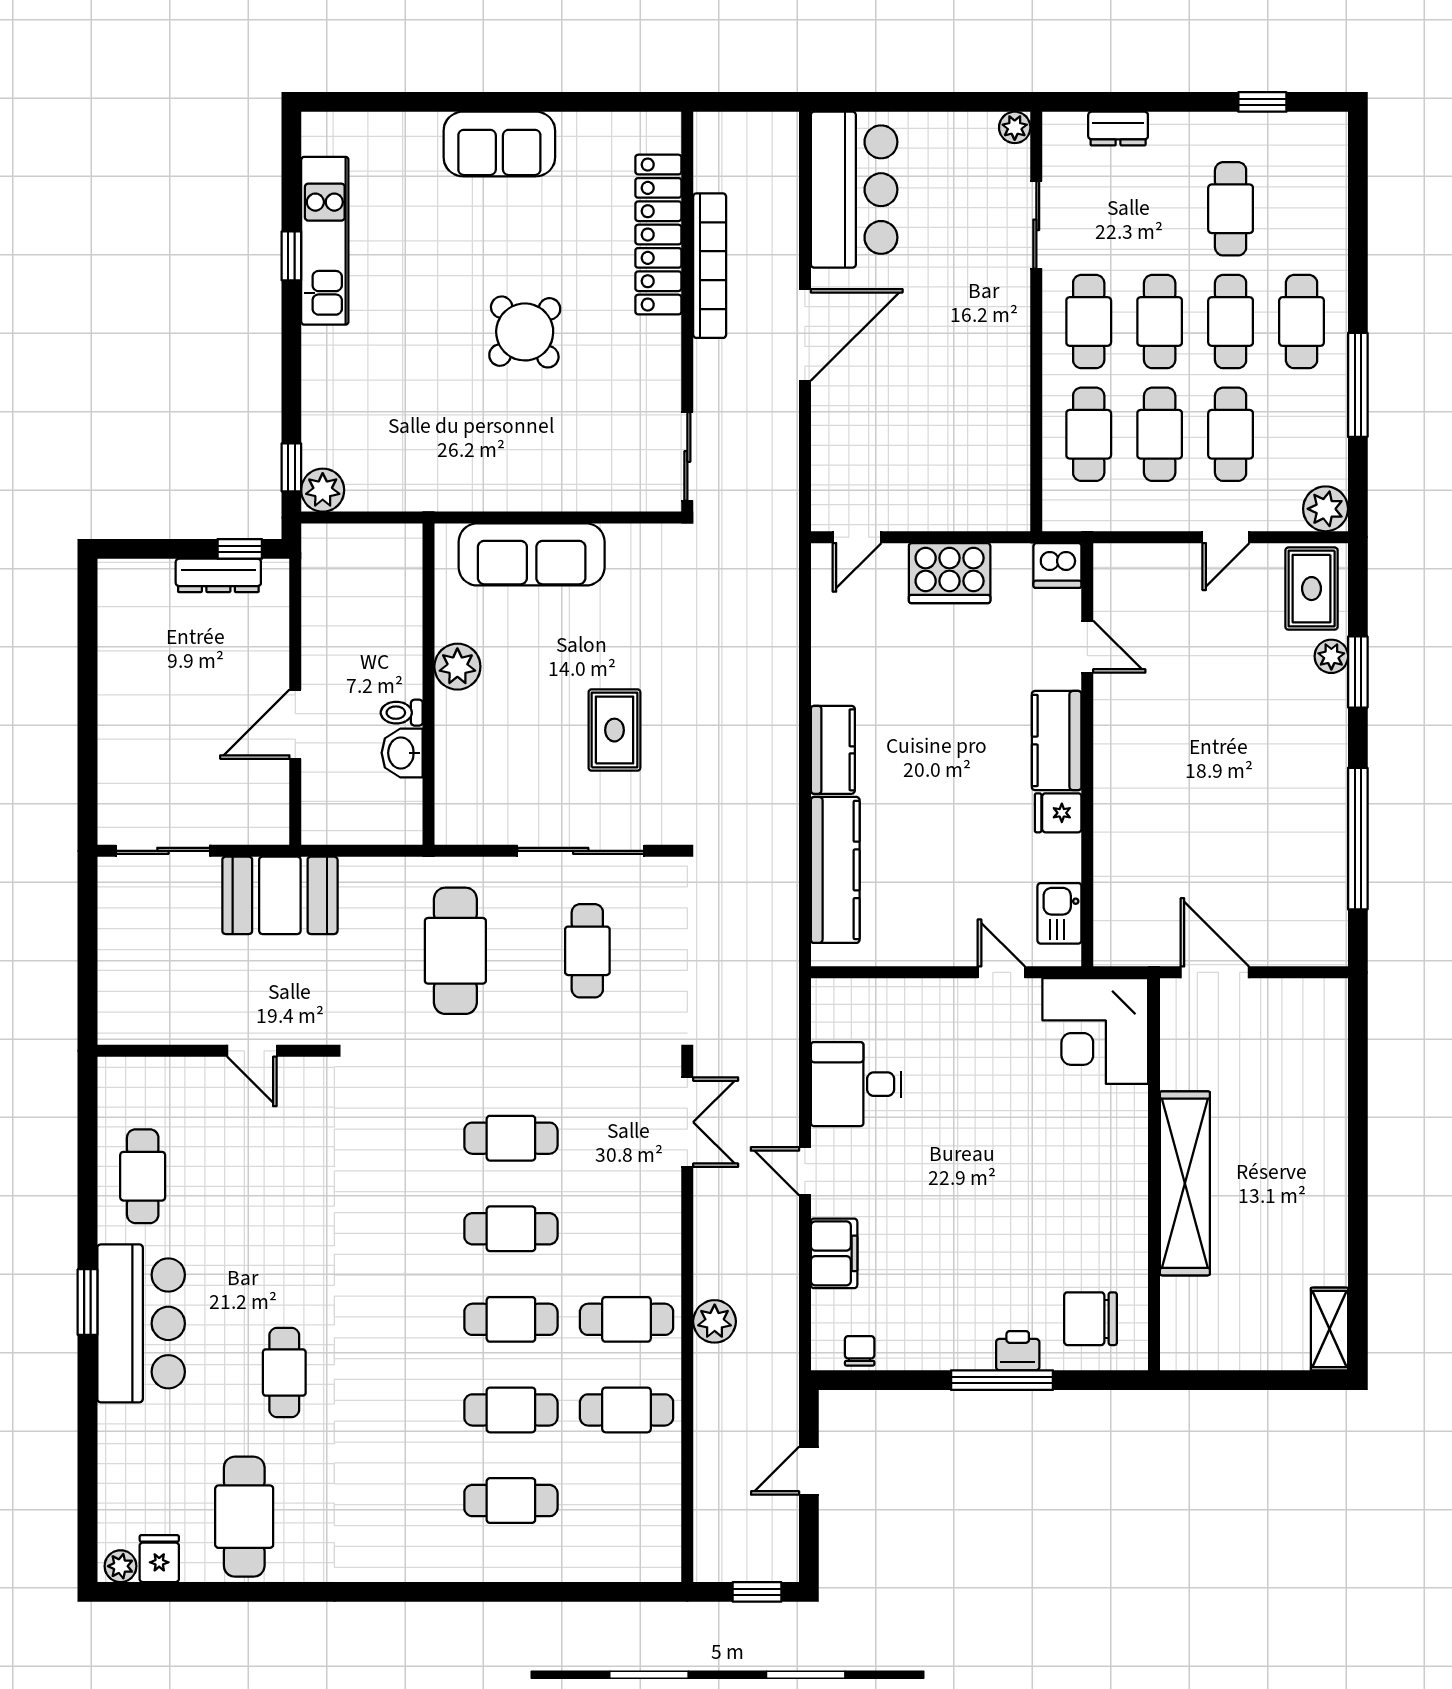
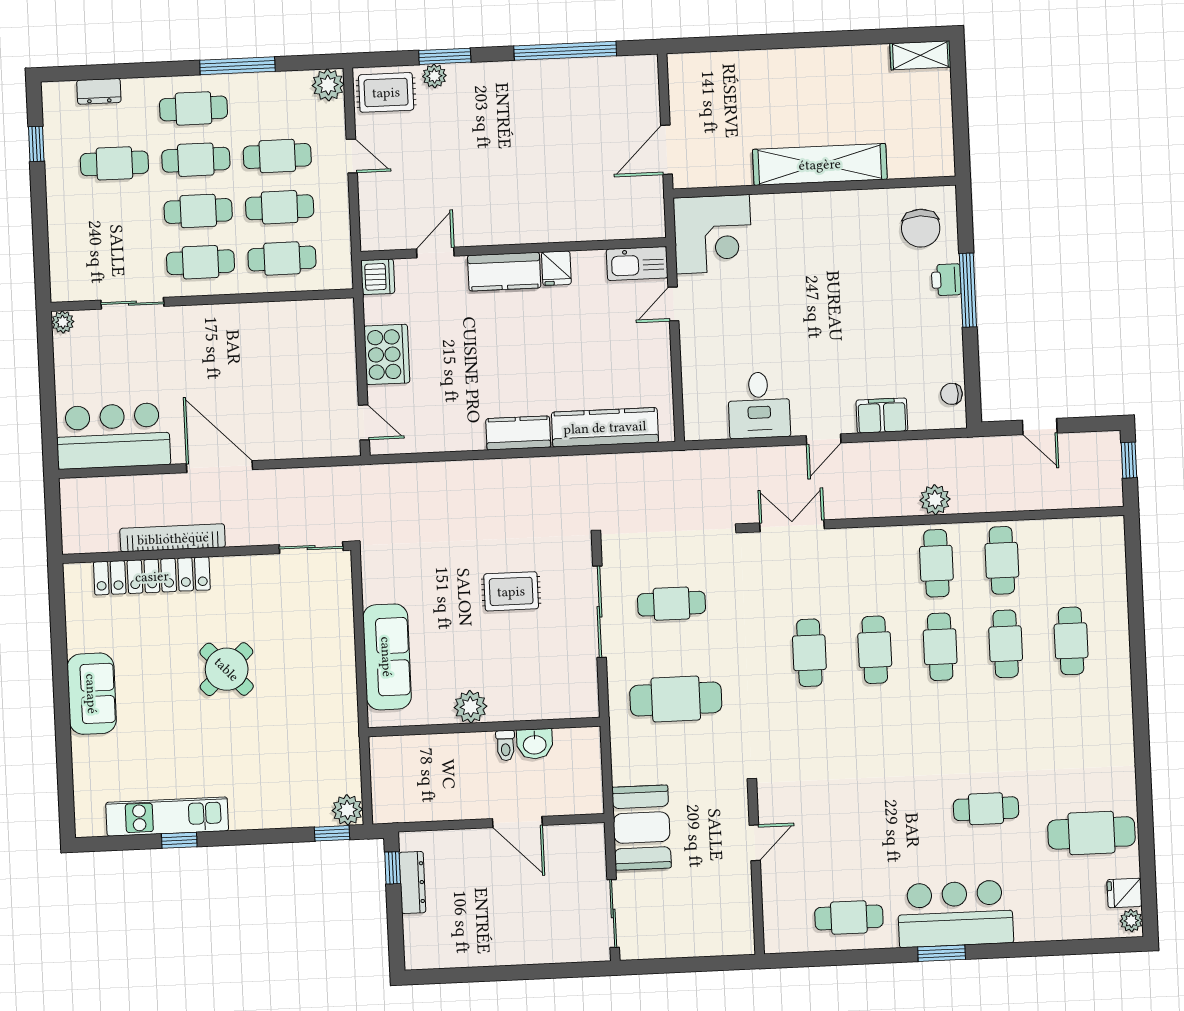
dresser: (1118, 129) -> (99, 91), moved, turned 90
kitchen sink: (1059, 913) -> (637, 264), width x1.38

